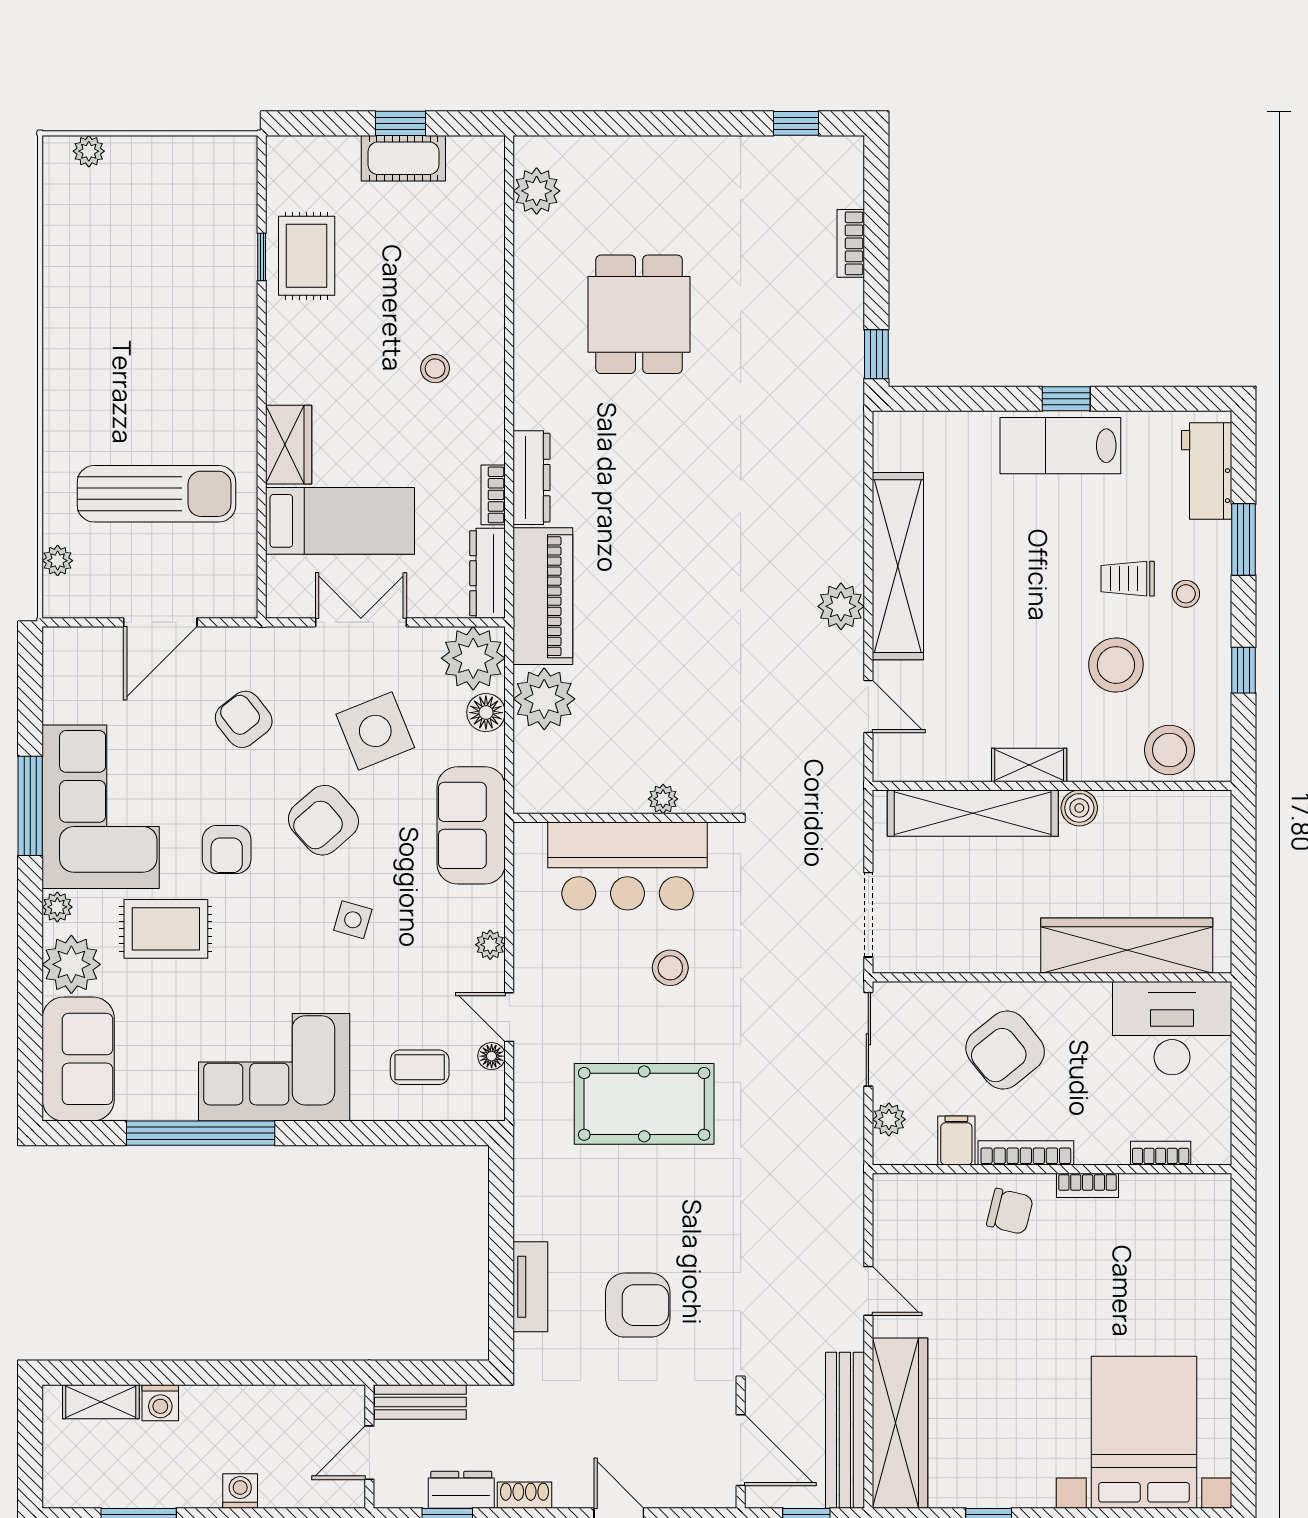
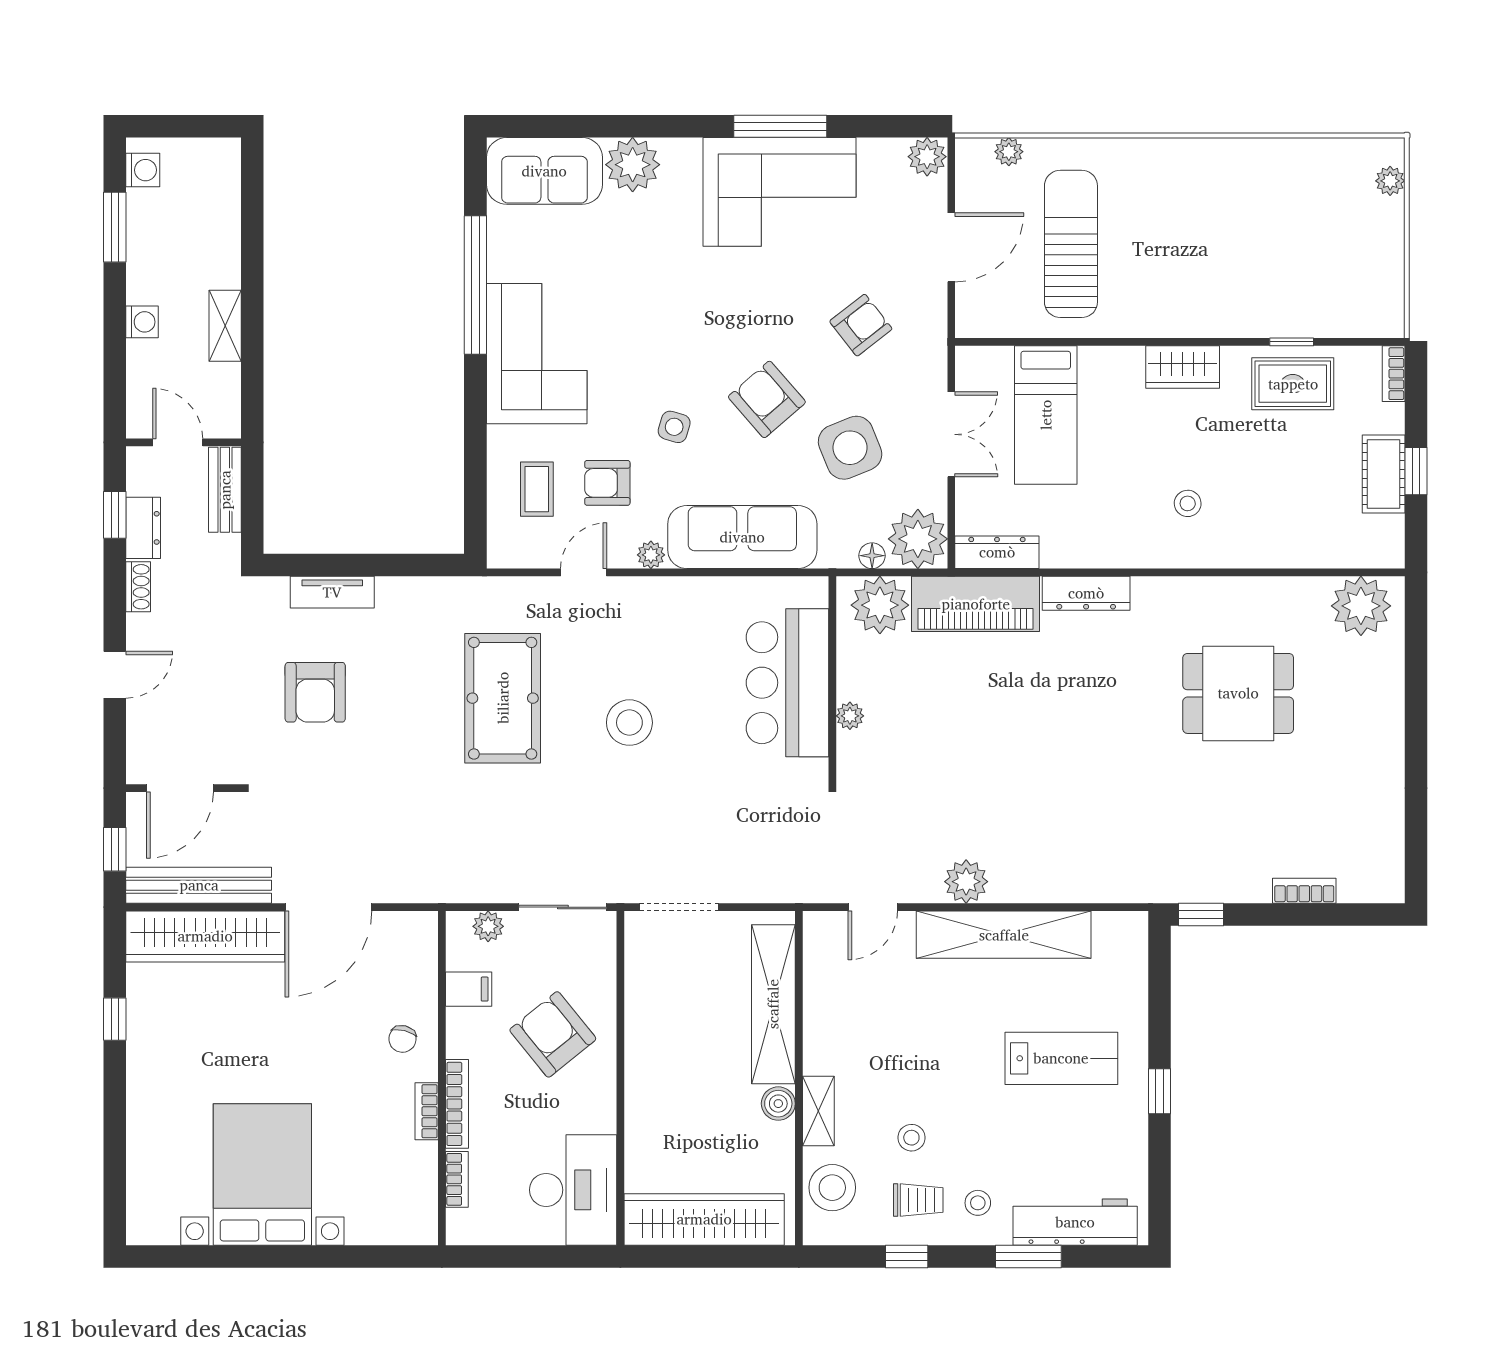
window: (796, 123) -> (1416, 840), removed
plant: (537, 191) -> (1361, 606), width x1.36, depth x1.36
wardrobe: (289, 445) -> (1183, 367), moved
lab bench: (1060, 446) -> (1061, 1058), moved, turned 90
workbench: (1207, 471) -> (1075, 1222), width x1.38
sun lounger: (157, 494) -> (1071, 244), turned 180
bookcase: (493, 495) -> (1394, 374), moved, turned -90
trolley: (1128, 579) -> (918, 1200), moved, turned 90
door: (160, 622) -> (951, 247), swing flipped
stool: (1116, 665) -> (911, 1138), width x0.53, depth x0.53
floor lamp: (486, 713) -> (872, 556), width x0.73, depth x0.73
shelving: (1029, 765) -> (818, 1111), moved
plant: (663, 799) -> (850, 716), moved
wall: (625, 818) -> (832, 680), moved
sofa: (471, 825) -> (742, 537), width x1.36
armchair: (227, 849) -> (607, 483), moved
bar counter: (627, 866) -> (787, 683), moved
plant: (57, 907) -> (927, 157), moved, width x1.38, depth x1.38
rug: (166, 929) -> (666, 253), removed
wardrobe: (1127, 946) -> (704, 1219), moved, turned -90
stool: (670, 968) -> (629, 723), width x1.38, depth x1.38
floor lamp: (492, 1056) -> (547, 556), removed
bookcase: (1026, 1153) -> (457, 1104), moved
chair: (1010, 1211) -> (402, 1039), width x0.73, depth x0.73
door: (868, 1291) -> (328, 907), width x1.87
shelving: (101, 1402) -> (225, 326), moved
washing machine: (160, 1403) -> (143, 170), moved, turned 180
bed with nightstands: (1144, 1432) -> (262, 1174), moved, turned -90

